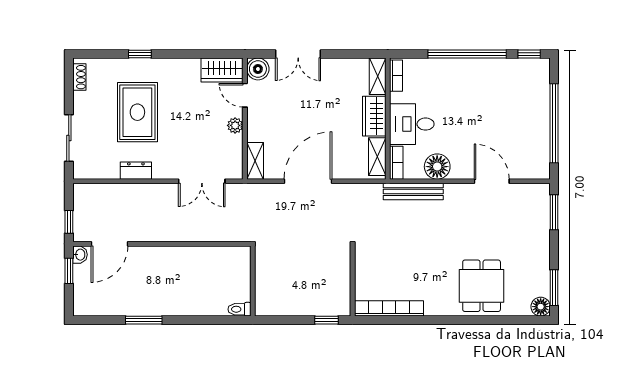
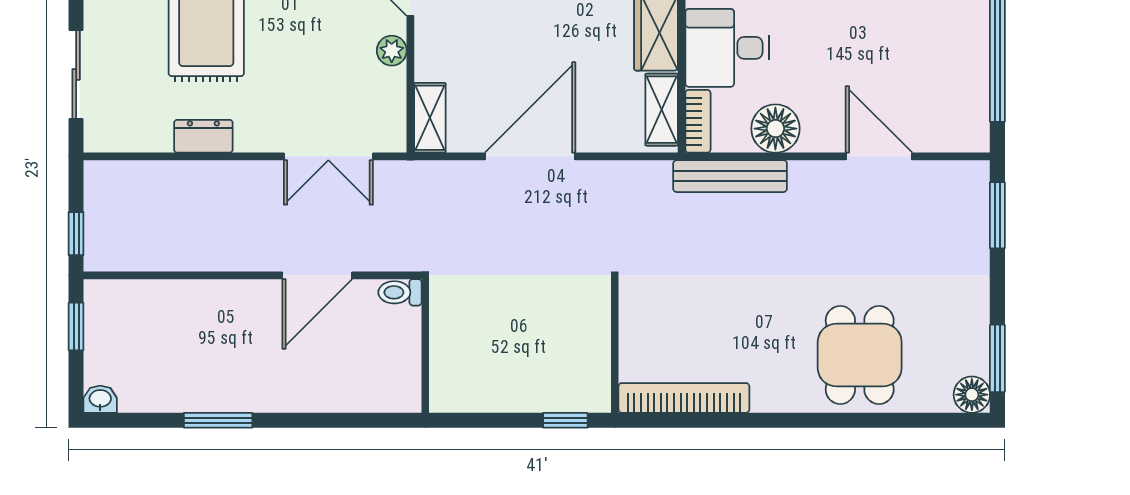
door: (109, 244) -> (317, 275), moved
washbasin: (80, 255) -> (100, 399), moved, turned -90
toilet: (239, 309) -> (400, 292), moved

